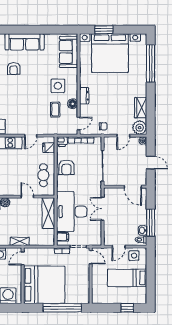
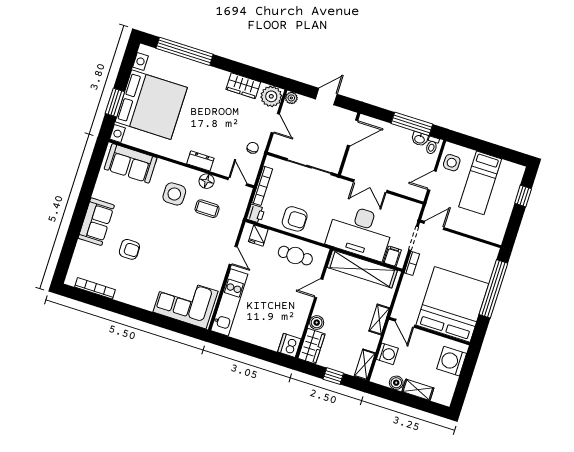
sofa: (24, 42) -> (96, 222), width x0.73
shelving: (48, 213) -> (362, 269), width x1.47
door: (119, 247) -> (432, 180), swing flipped

